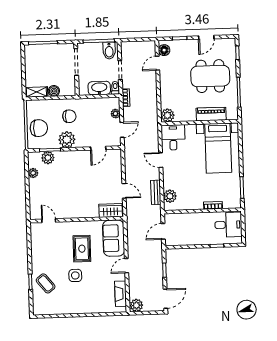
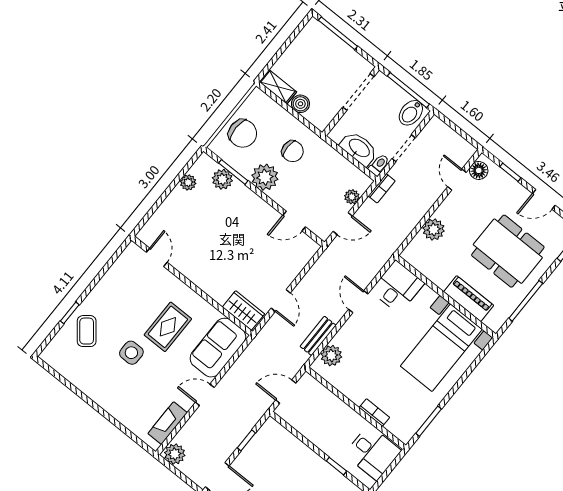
door: (158, 63) -> (457, 180), hinge flipped
plant: (167, 115) -> (434, 229), moved

